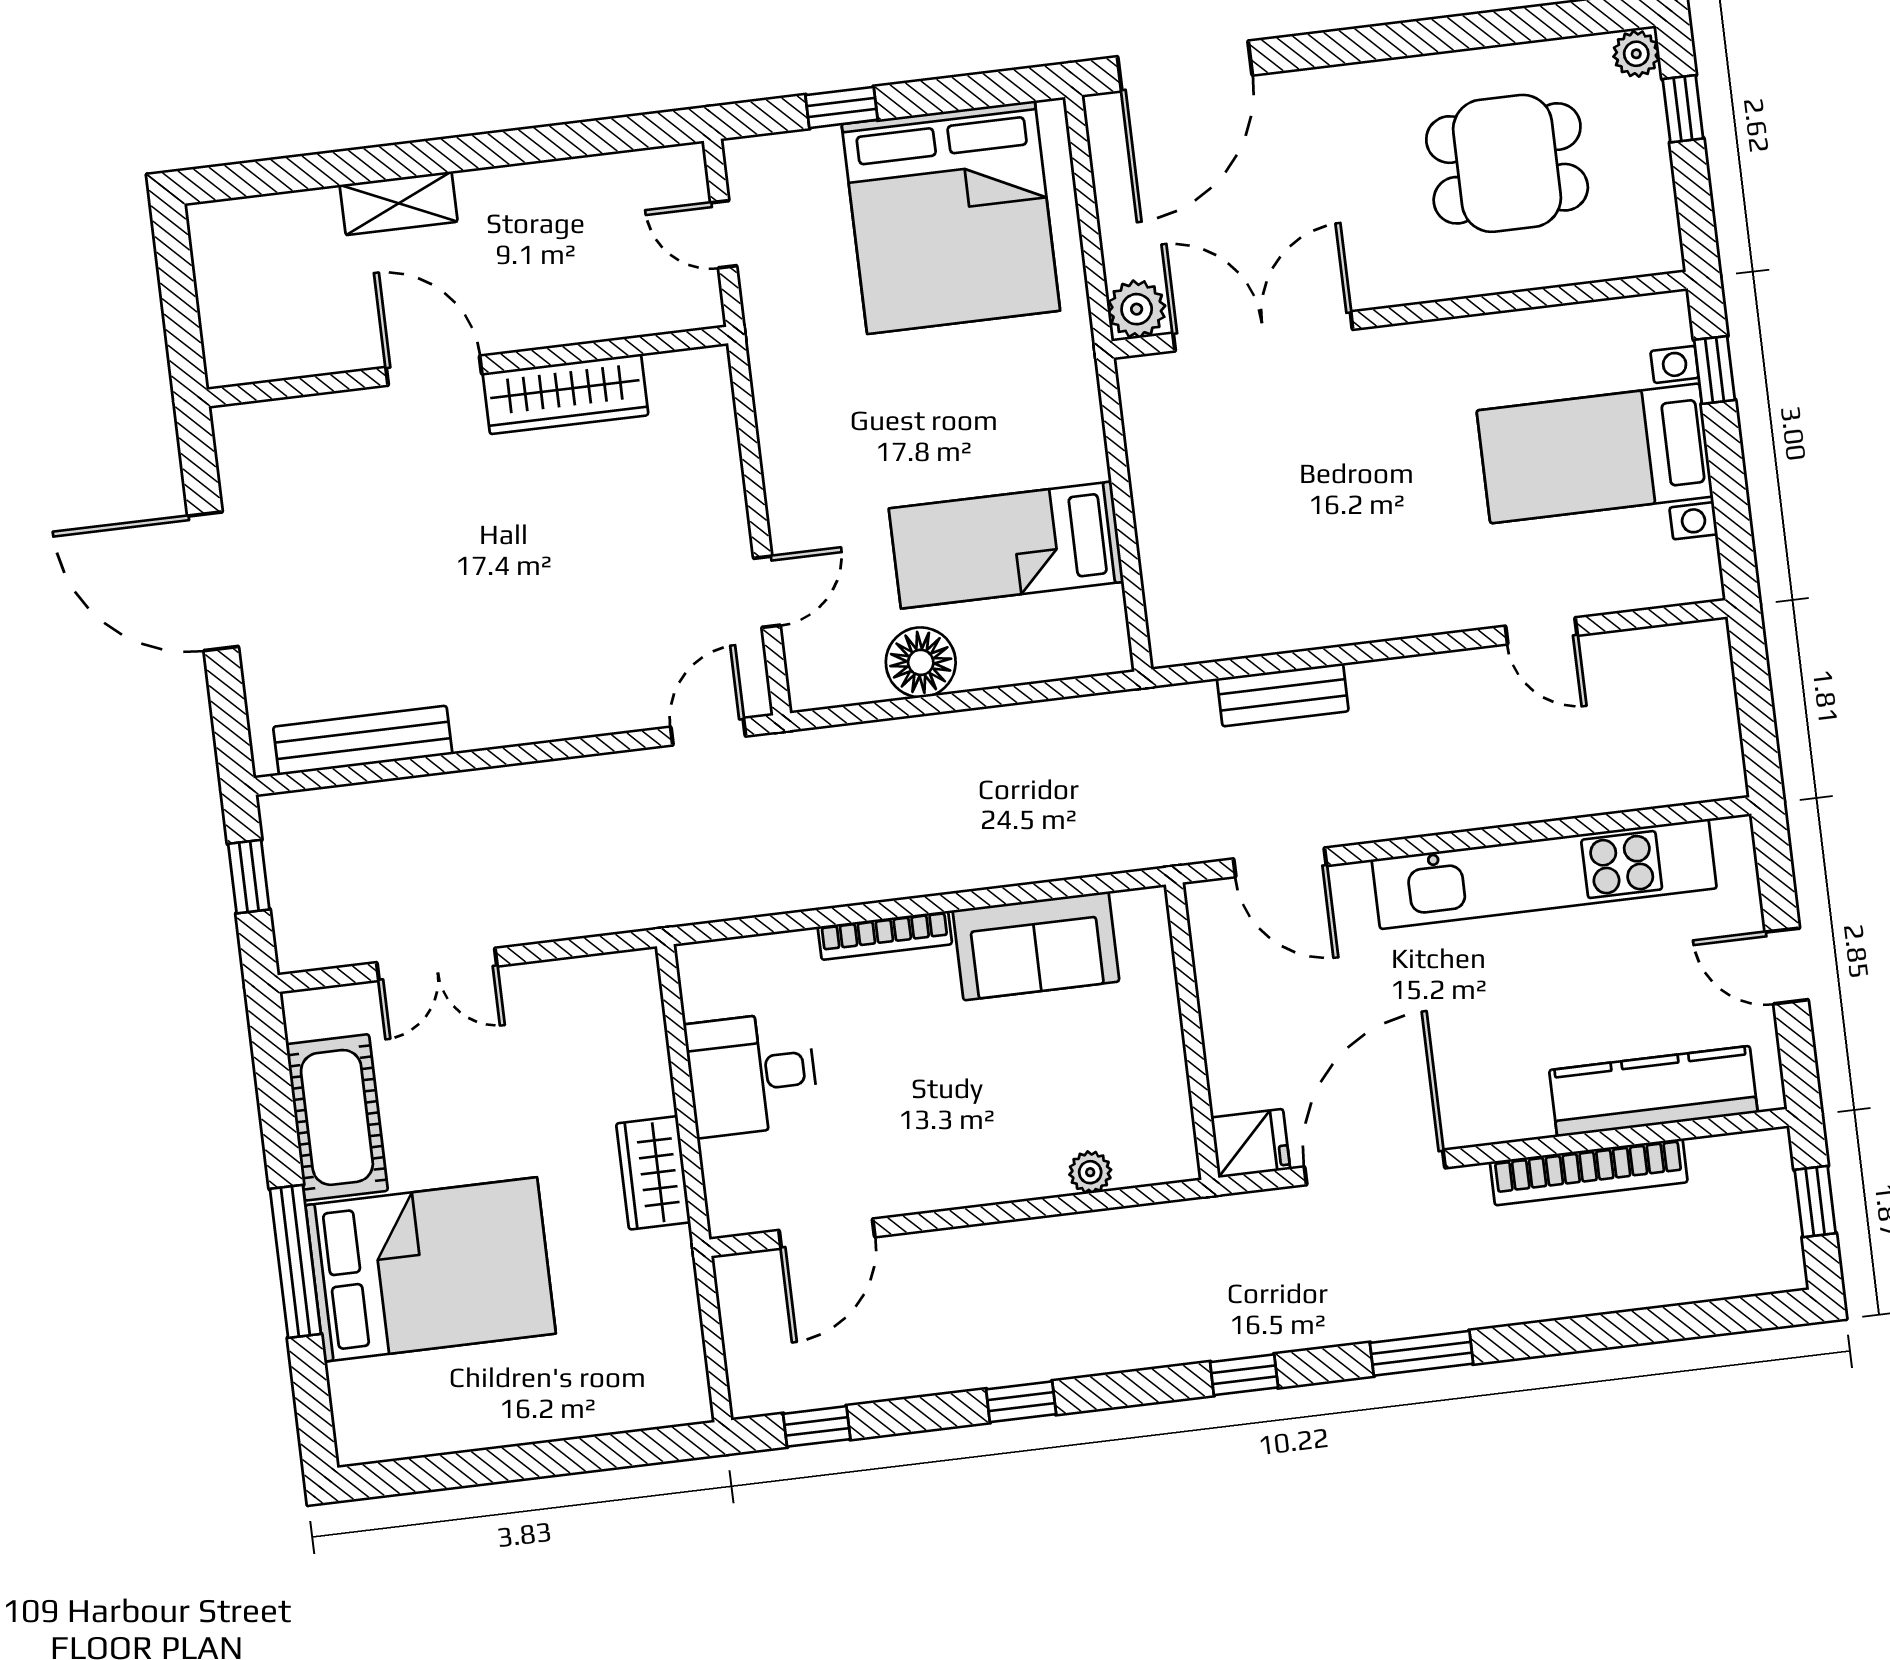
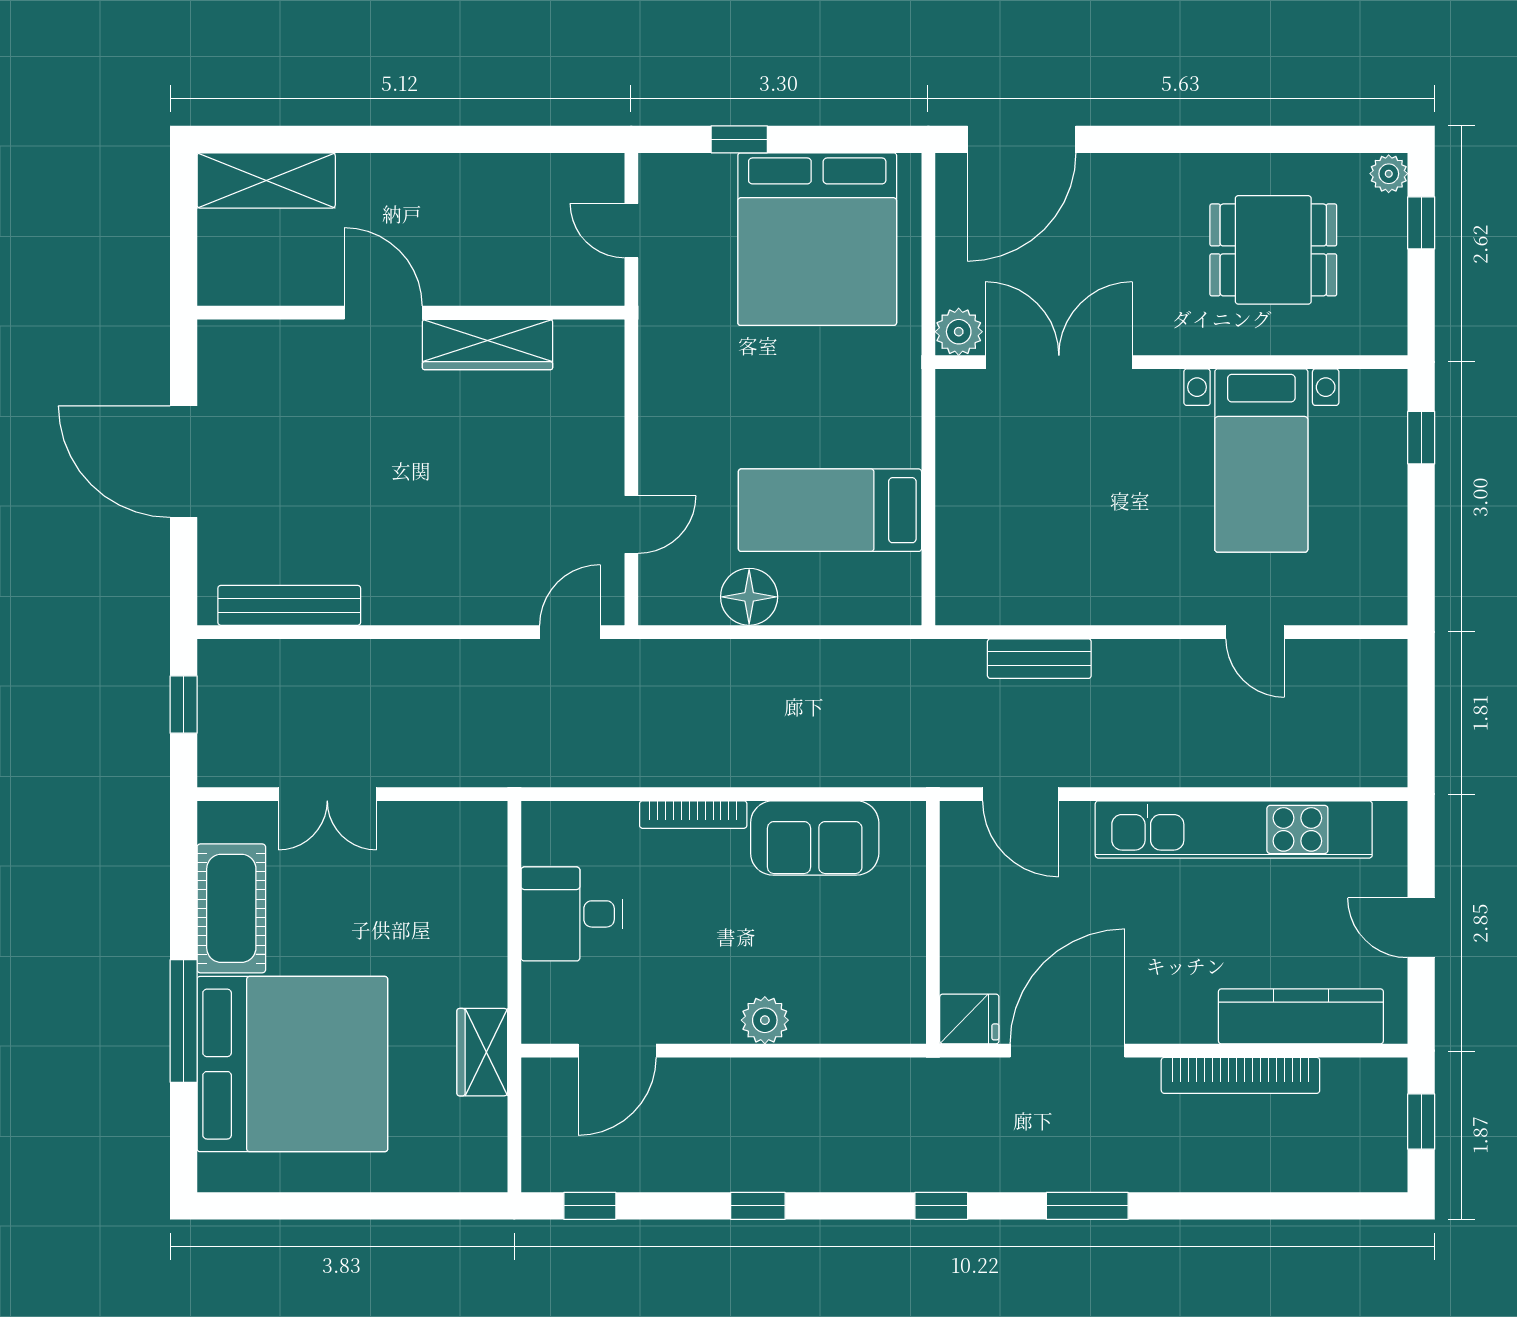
shelving: (399, 203) -> (266, 180), moved, width x1.50, depth x1.33
bed with nightstands: (1595, 453) -> (1261, 461), moved, turned -90
plant: (1090, 1172) -> (765, 1020), moved, width x1.38, depth x1.38
wardrobe: (653, 1173) -> (482, 1052), moved
bed: (431, 1269) -> (292, 1064), width x1.36

